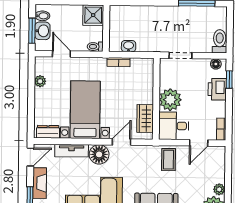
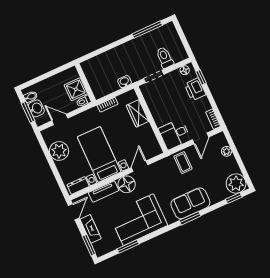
shower: (93, 15) -> (76, 89), moved
toilet: (220, 41) -> (165, 58), moved
washbasin: (129, 46) -> (125, 82), moved
plant: (40, 81) -> (59, 151), width x1.87, depth x1.87
plant: (170, 100) -> (162, 115), removed
wardrobe: (145, 118) -> (138, 113), moved
plant: (219, 189) -> (227, 151), moved

